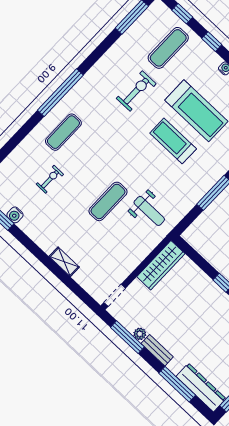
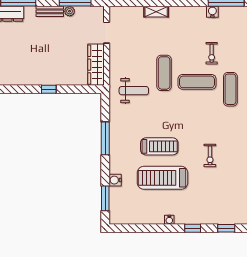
exercise mat: (168, 48) -> (197, 82), moved, turned 90
exercise bike: (136, 91) -> (210, 155), width x0.73, depth x0.72
weight bench: (149, 211) -> (134, 91), turned 180
doorway: (115, 295) -> (107, 33), moved

